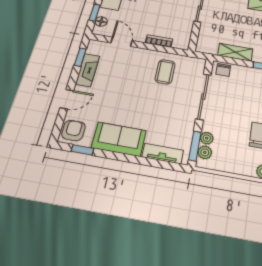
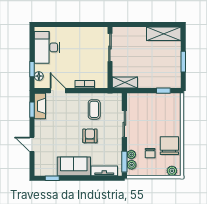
shelving: (235, 52) -> (125, 83), moved
fireplace: (88, 70) -> (40, 106), moved
chair: (223, 70) -> (150, 153), moved
sliding door: (203, 97) -> (124, 124), width x0.73
door: (67, 99) -> (32, 144), swing flipped
armchair: (73, 130) -> (90, 136), moved

